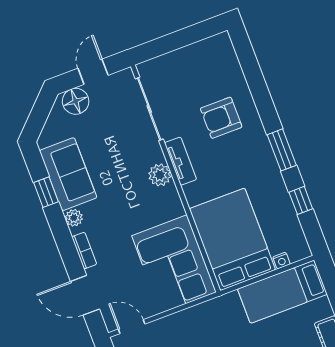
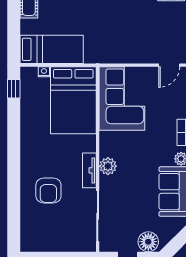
armchair: (221, 118) -> (48, 191), turned 90
window: (282, 150) -> (14, 151), removed
window: (301, 200) -> (14, 89), moved
door: (132, 327) -> (169, 65), hinge flipped

